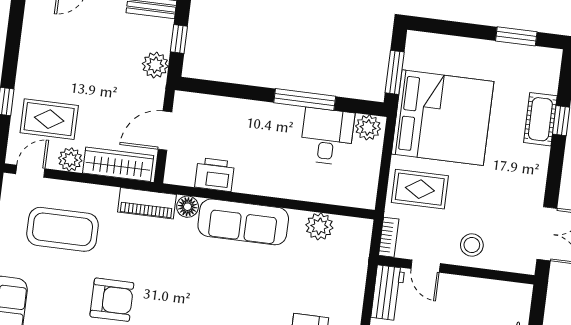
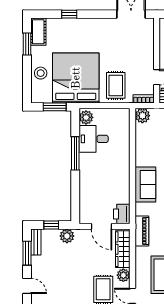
cot: (540, 119) -> (38, 32), moved, turned 90
printer: (215, 175) -> (122, 214), moved
floor lamp: (188, 207) -> (141, 209), removed
sofa: (243, 222) -> (145, 184), width x0.73
plant: (319, 226) -> (142, 116), moved
stool: (472, 245) -> (41, 73), moved

